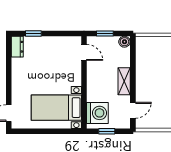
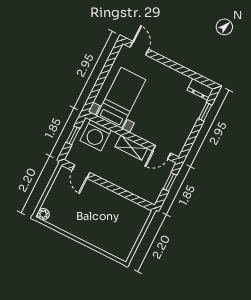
boiler: (124, 42) -> (152, 197), removed
shelving: (124, 81) -> (131, 148), moved

